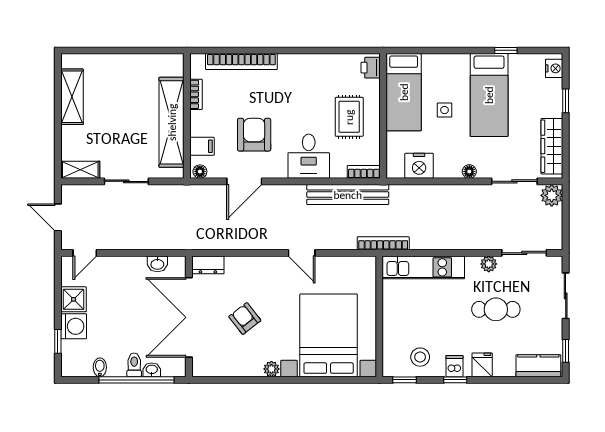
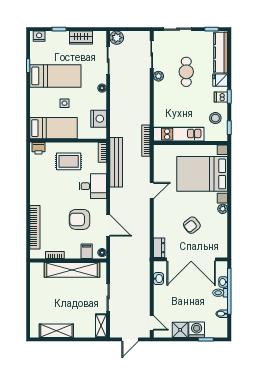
wardrobe: (552, 146) -> (81, 38), width x0.67
kitchen unit: (423, 267) -> (179, 134), moved, turned -90
kitchen counter: (538, 366) -> (221, 53), width x1.50

